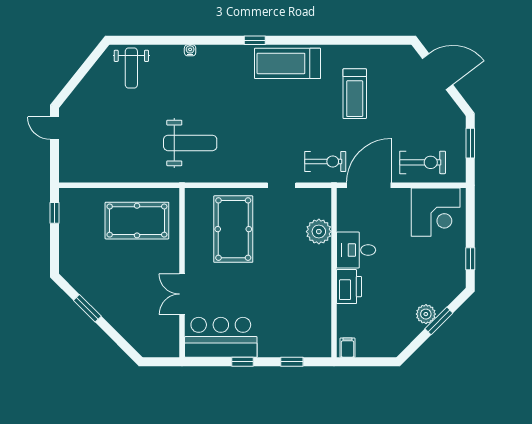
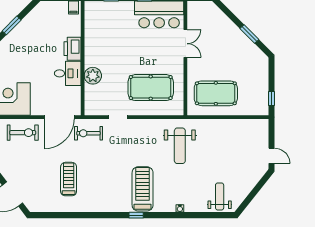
treadmill: (287, 63) -> (143, 189), moved, turned -90
weight bench: (190, 143) -> (180, 146), turned -90
exercise bike: (423, 162) -> (23, 133), turned 180
pool table: (233, 229) -> (151, 88), turned 90
plant: (319, 232) -> (93, 76), moved
plant: (426, 314) -> (20, 30), removed

